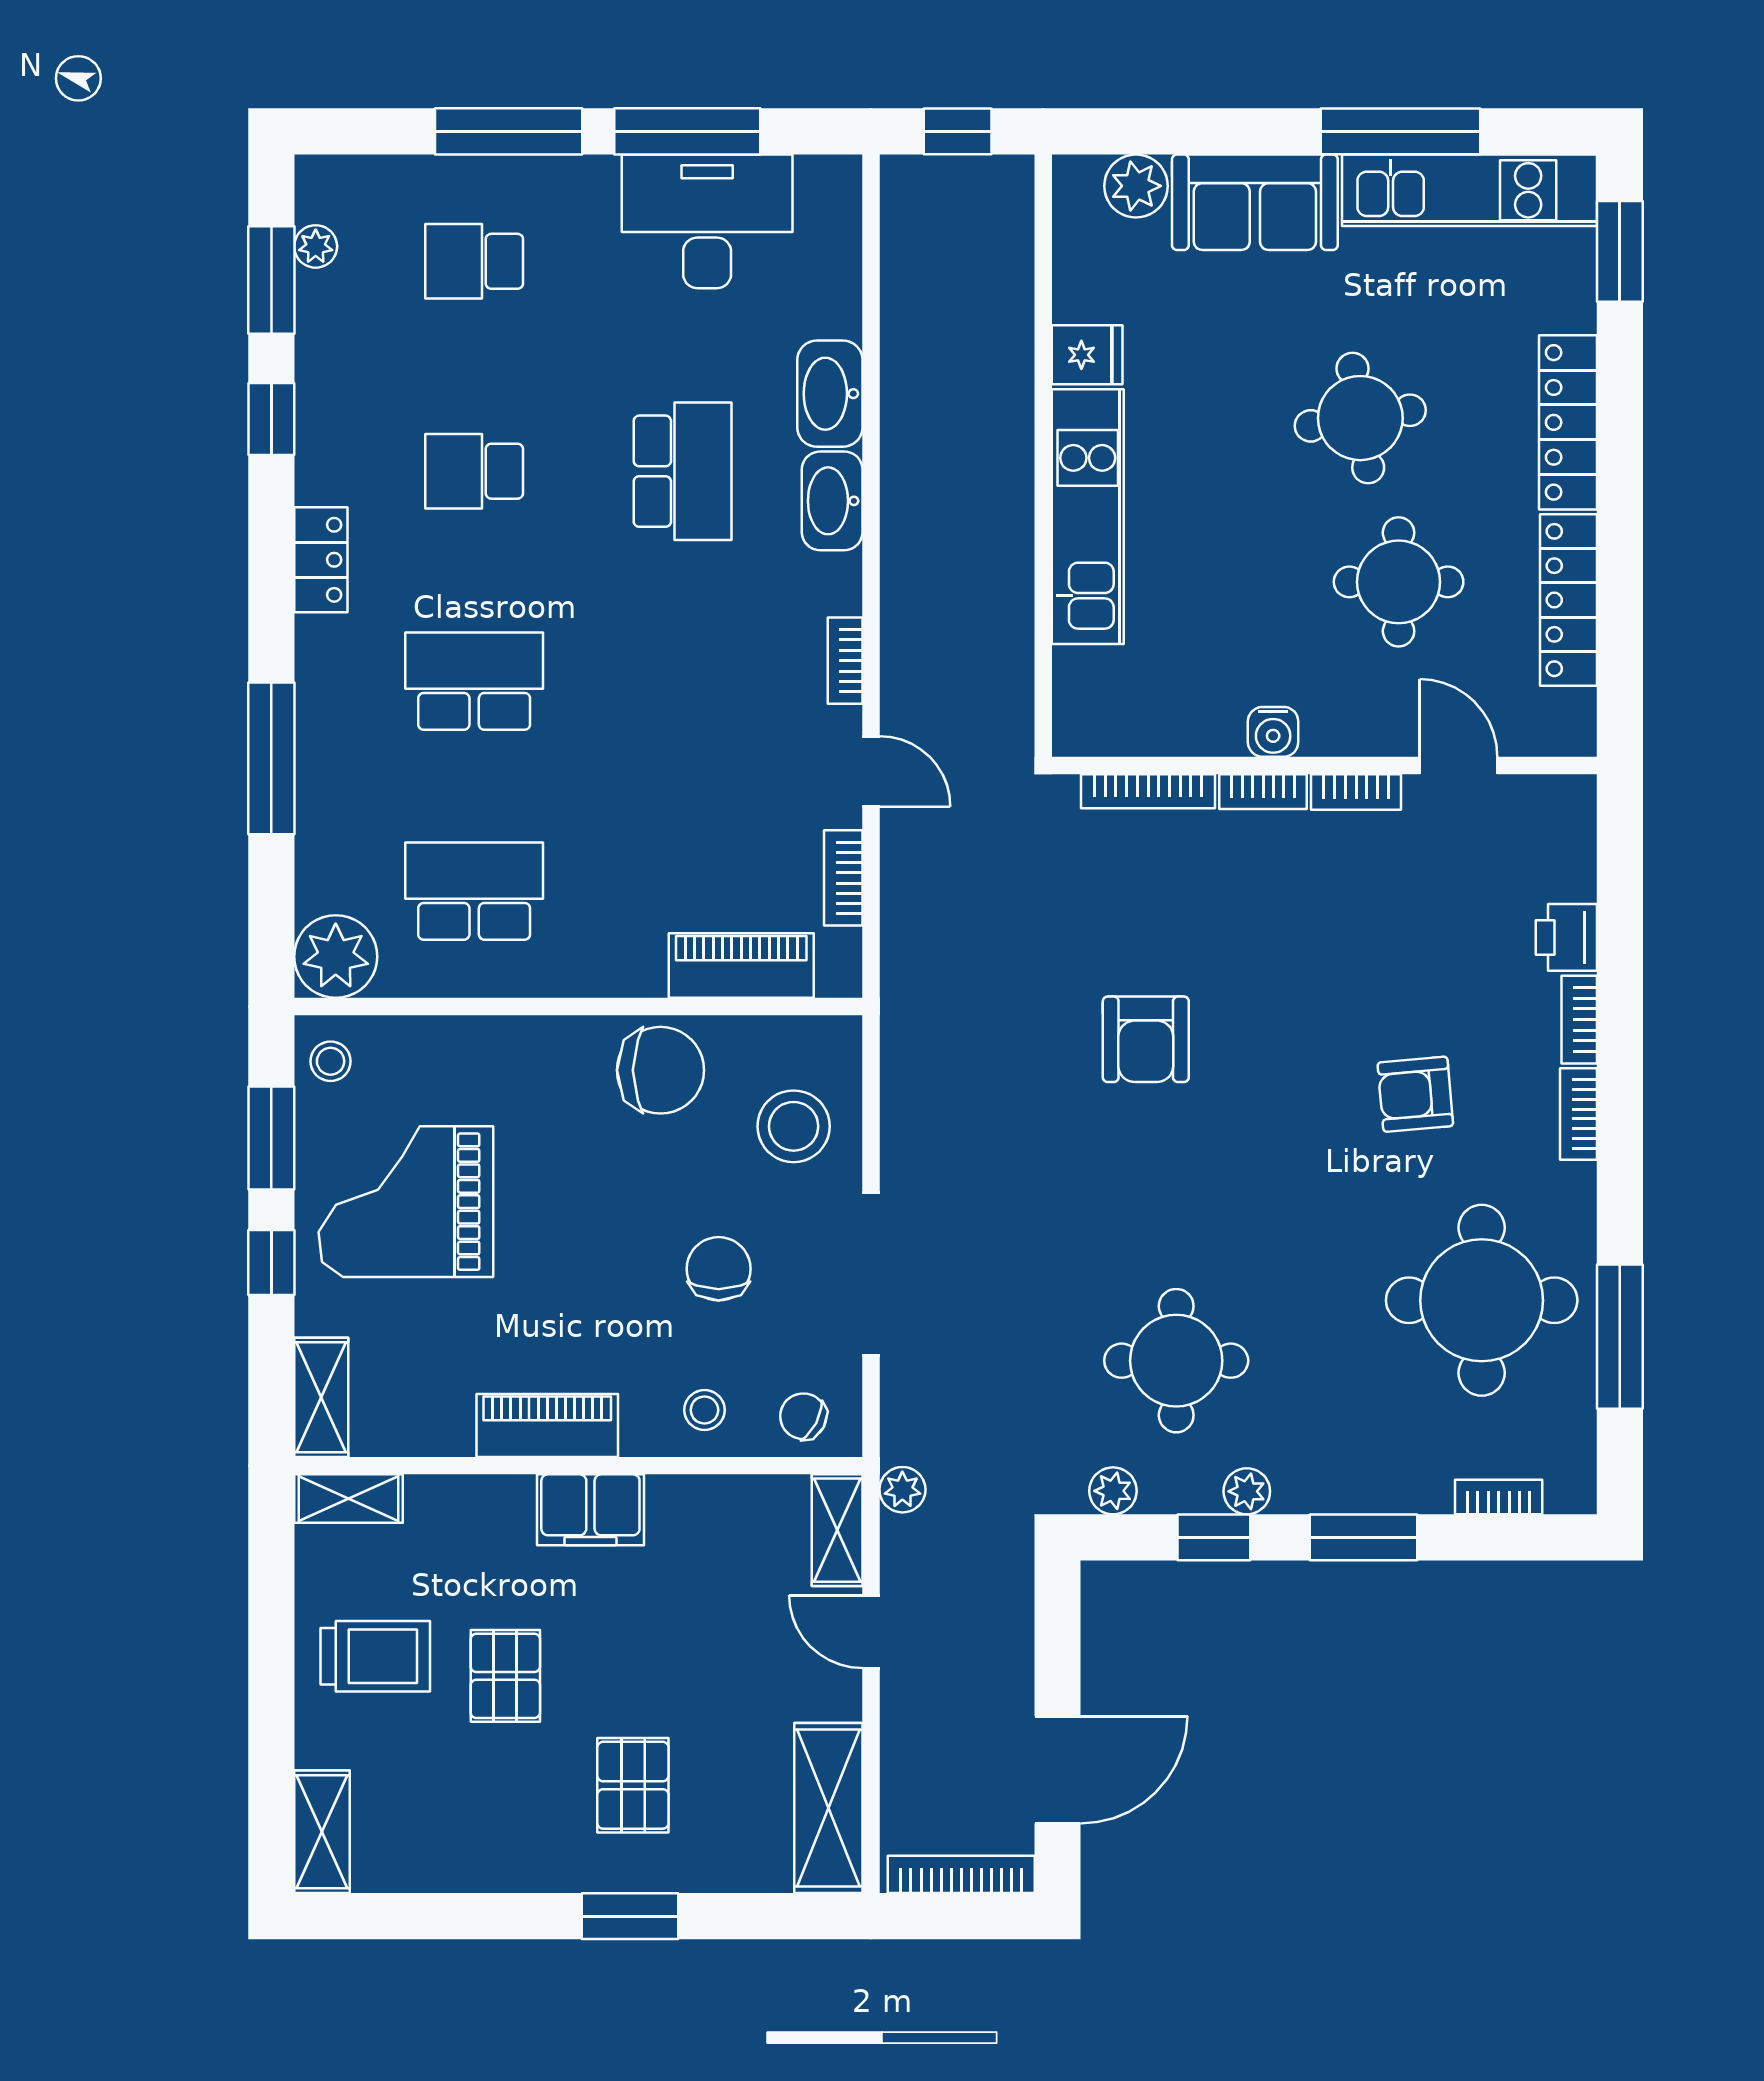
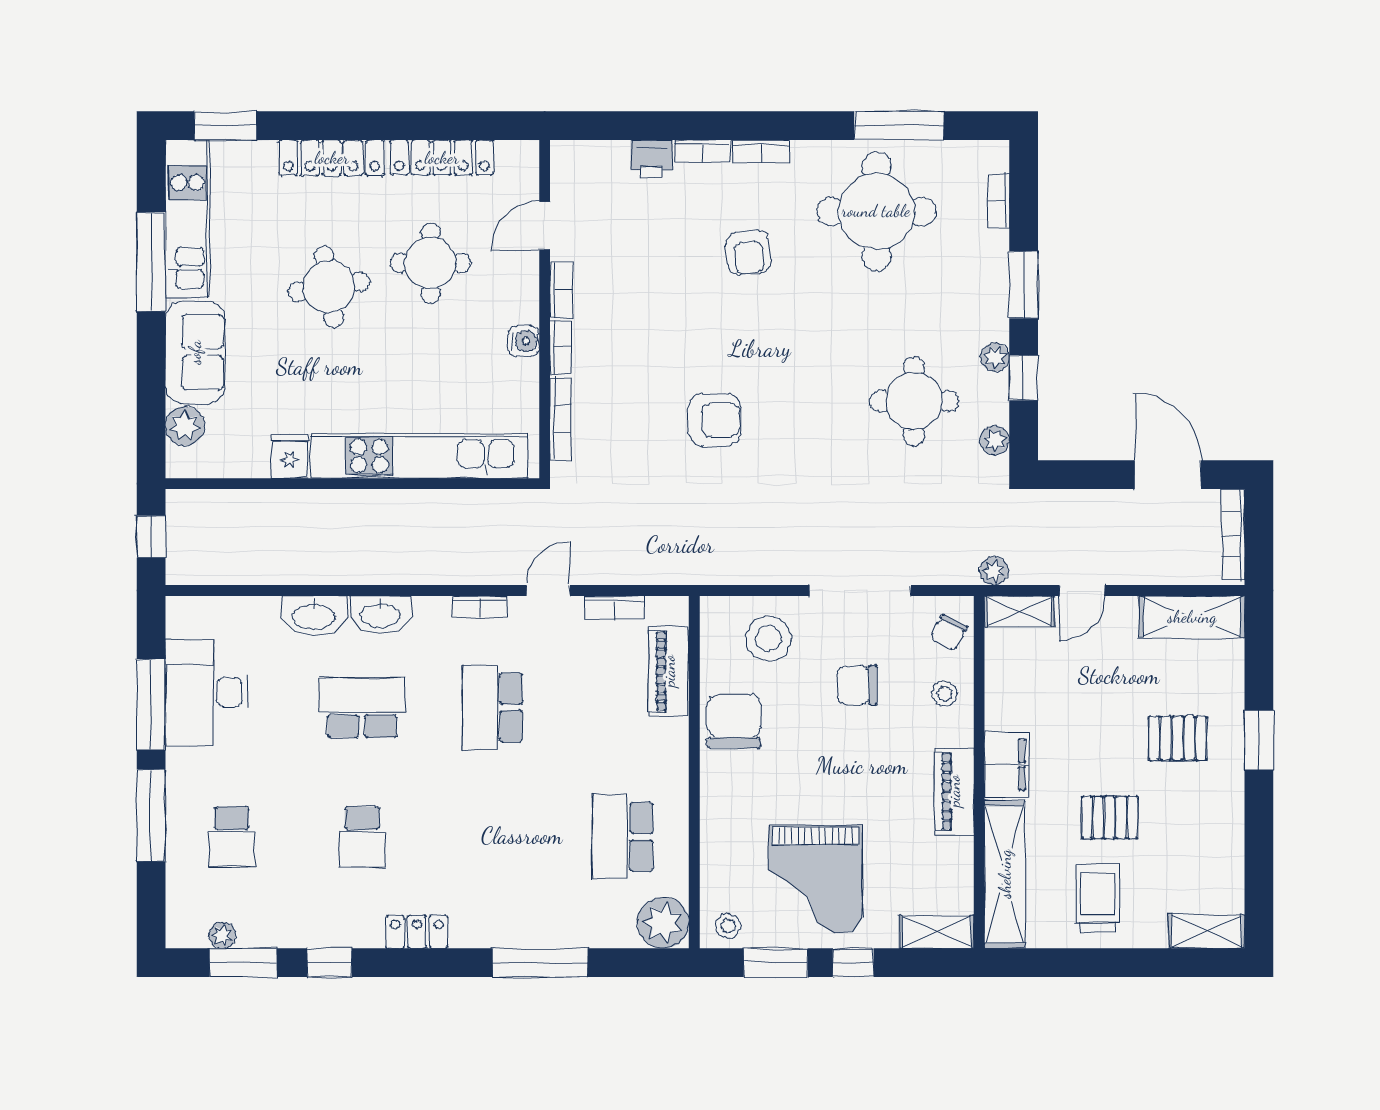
kitchen unit: (1088, 517) -> (419, 456), width x1.36
school desk: (474, 681) -> (492, 707), moved
shelving: (348, 1499) -> (1005, 874), width x2.20, depth x1.33

